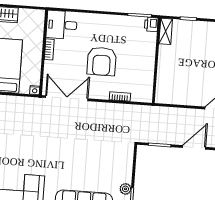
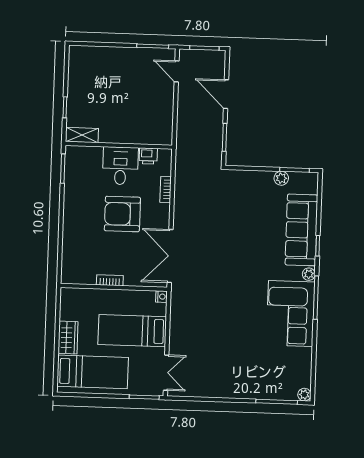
printer: (151, 24) -> (148, 156), moved
desk: (62, 25) -> (120, 166), moved, turned 180
armchair: (102, 61) -> (122, 214), turned 180

